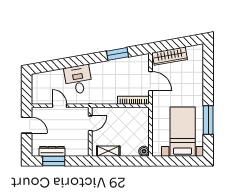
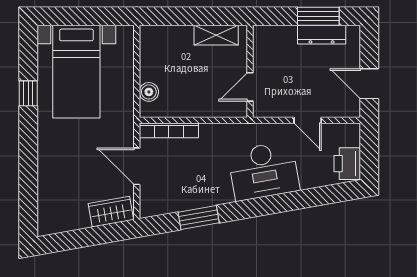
wardrobe: (170, 56) -> (111, 212), width x0.67
desk: (78, 80) -> (264, 171), width x1.37
printer: (38, 83) -> (347, 164), added
window: (208, 120) -> (28, 93), width x0.46
boiler: (144, 151) -> (149, 92), moved

